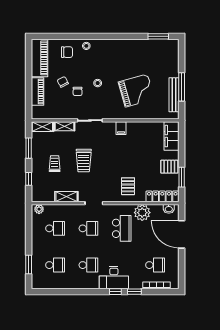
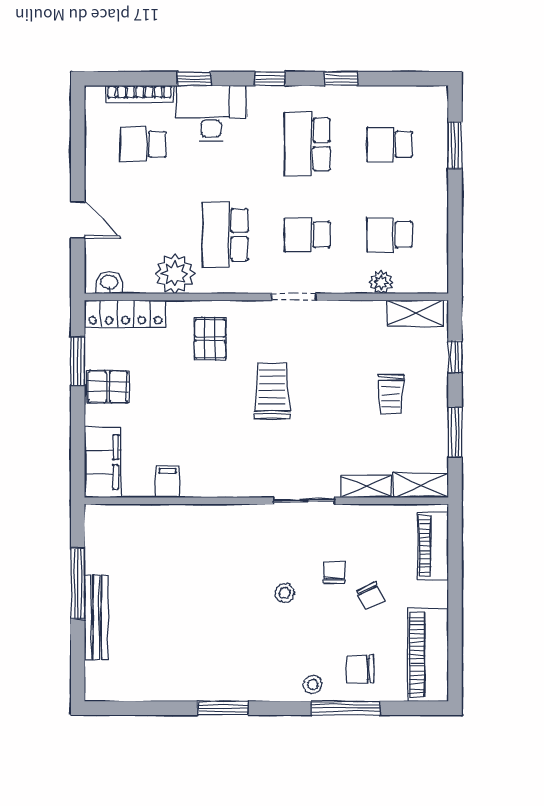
window: (73, 36) -> (346, 708), added
window: (158, 36) -> (223, 708), moved
grand piano: (136, 90) -> (189, 575), removed
piano: (37, 92) -> (433, 546), moved
bench: (174, 95) -> (96, 617), moved
filing cabinet: (121, 128) -> (168, 482), moved
trolley: (84, 161) -> (272, 391), moved
shelving: (66, 197) -> (416, 313), moved
plant: (39, 209) -> (381, 282), moved
door: (182, 234) -> (78, 220), width x0.53
school desk: (88, 265) -> (307, 144), width x1.85
desk: (114, 278) -> (211, 113), moved
window: (75, 292) -> (341, 79), added
window: (115, 292) -> (270, 79), moved

